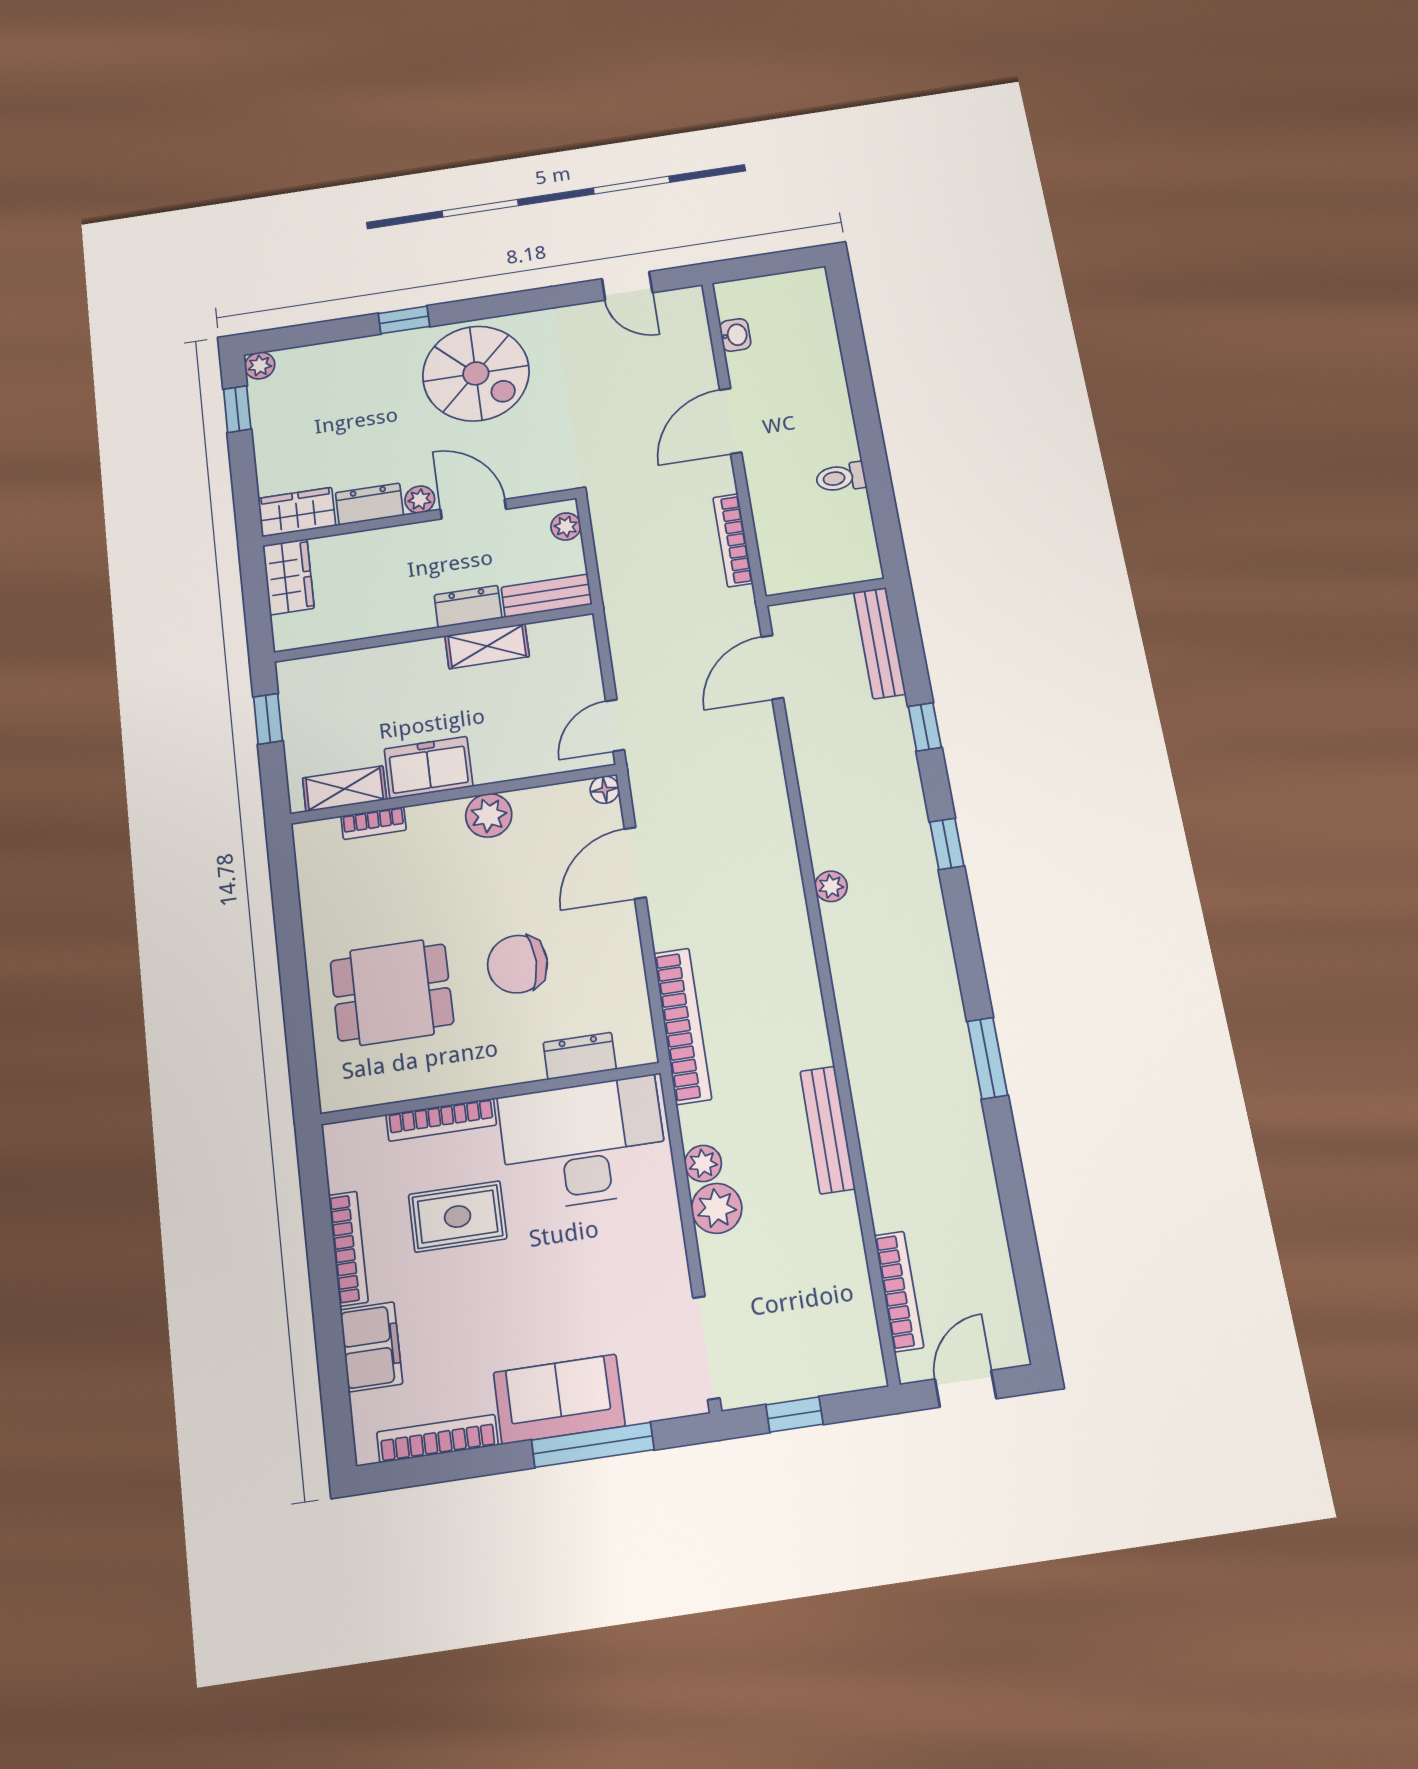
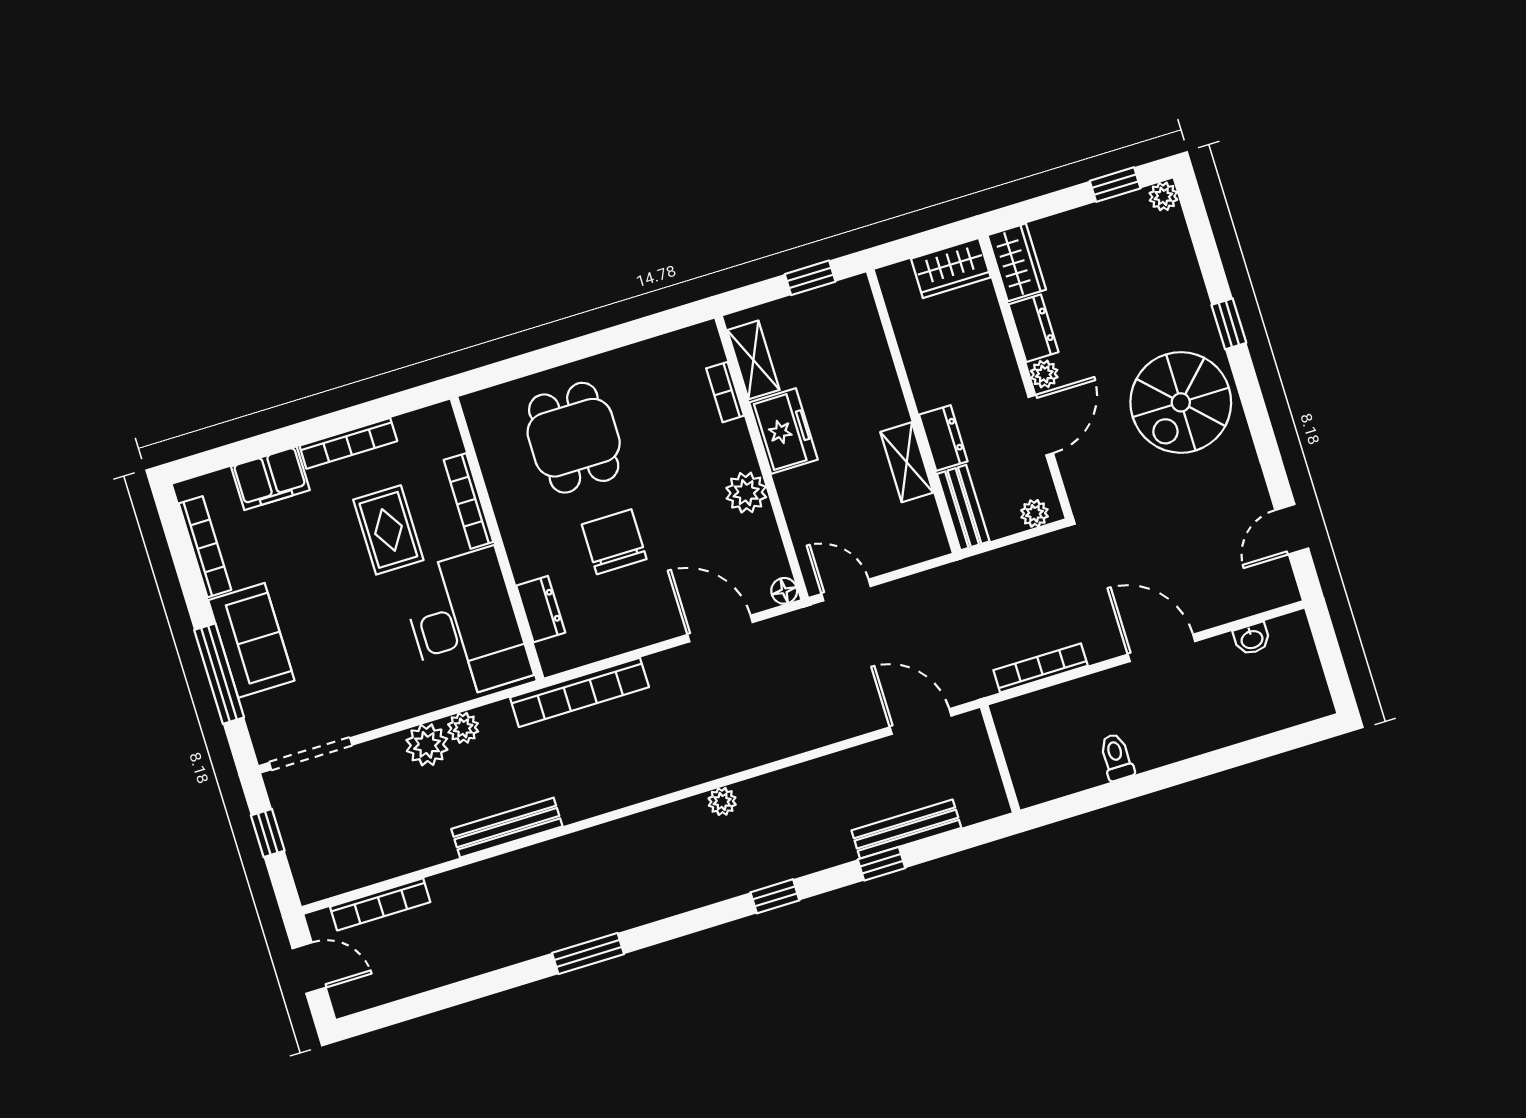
bench: (880, 643) -> (906, 829), moved

